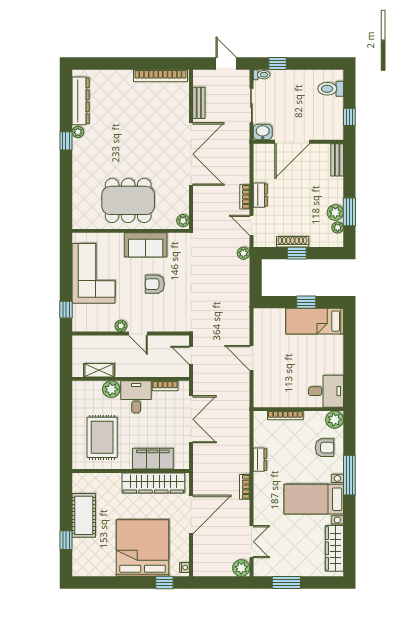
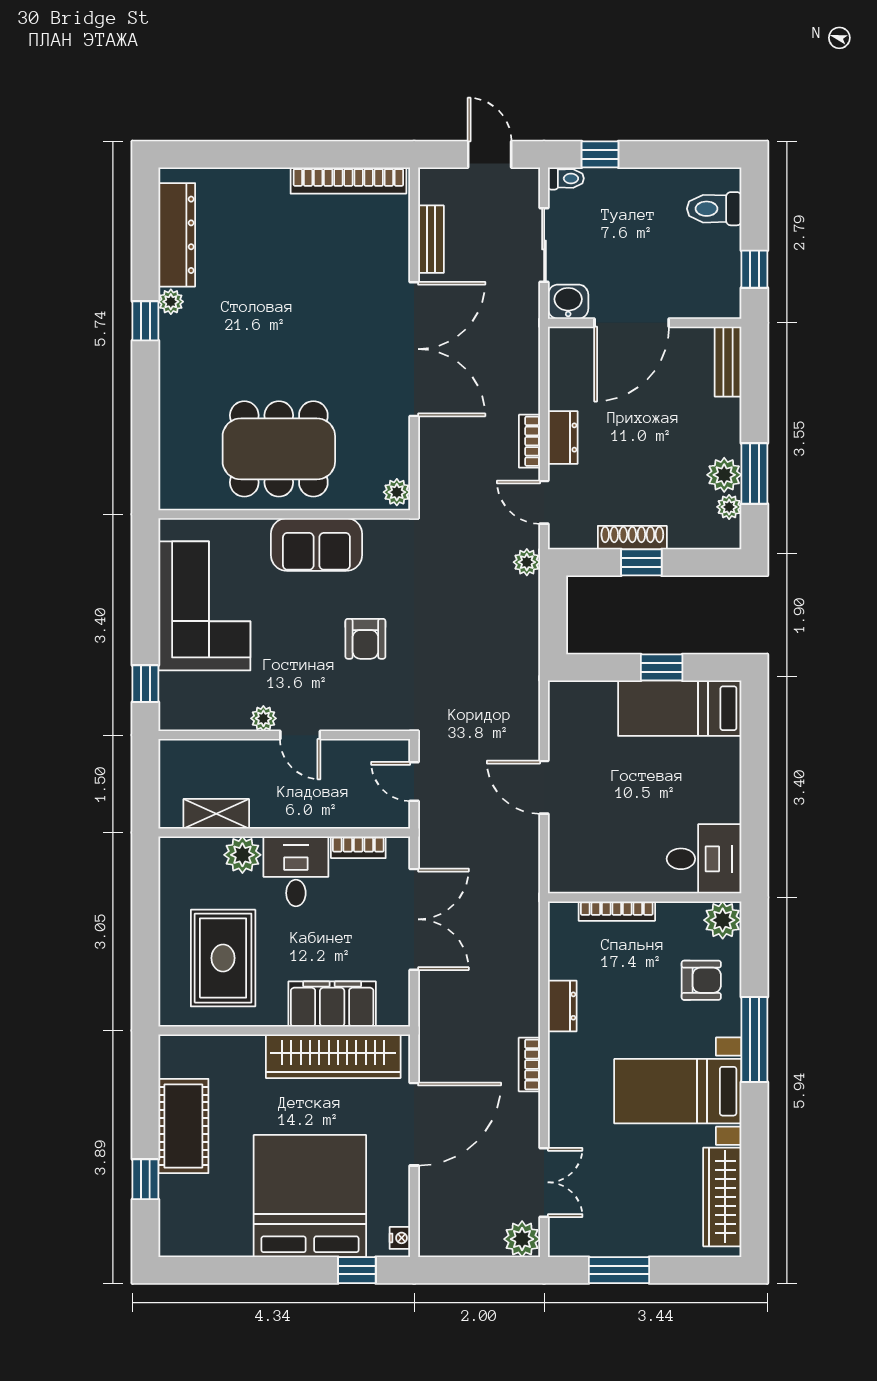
armchair: (155, 284) -> (365, 639), moved, turned -90

